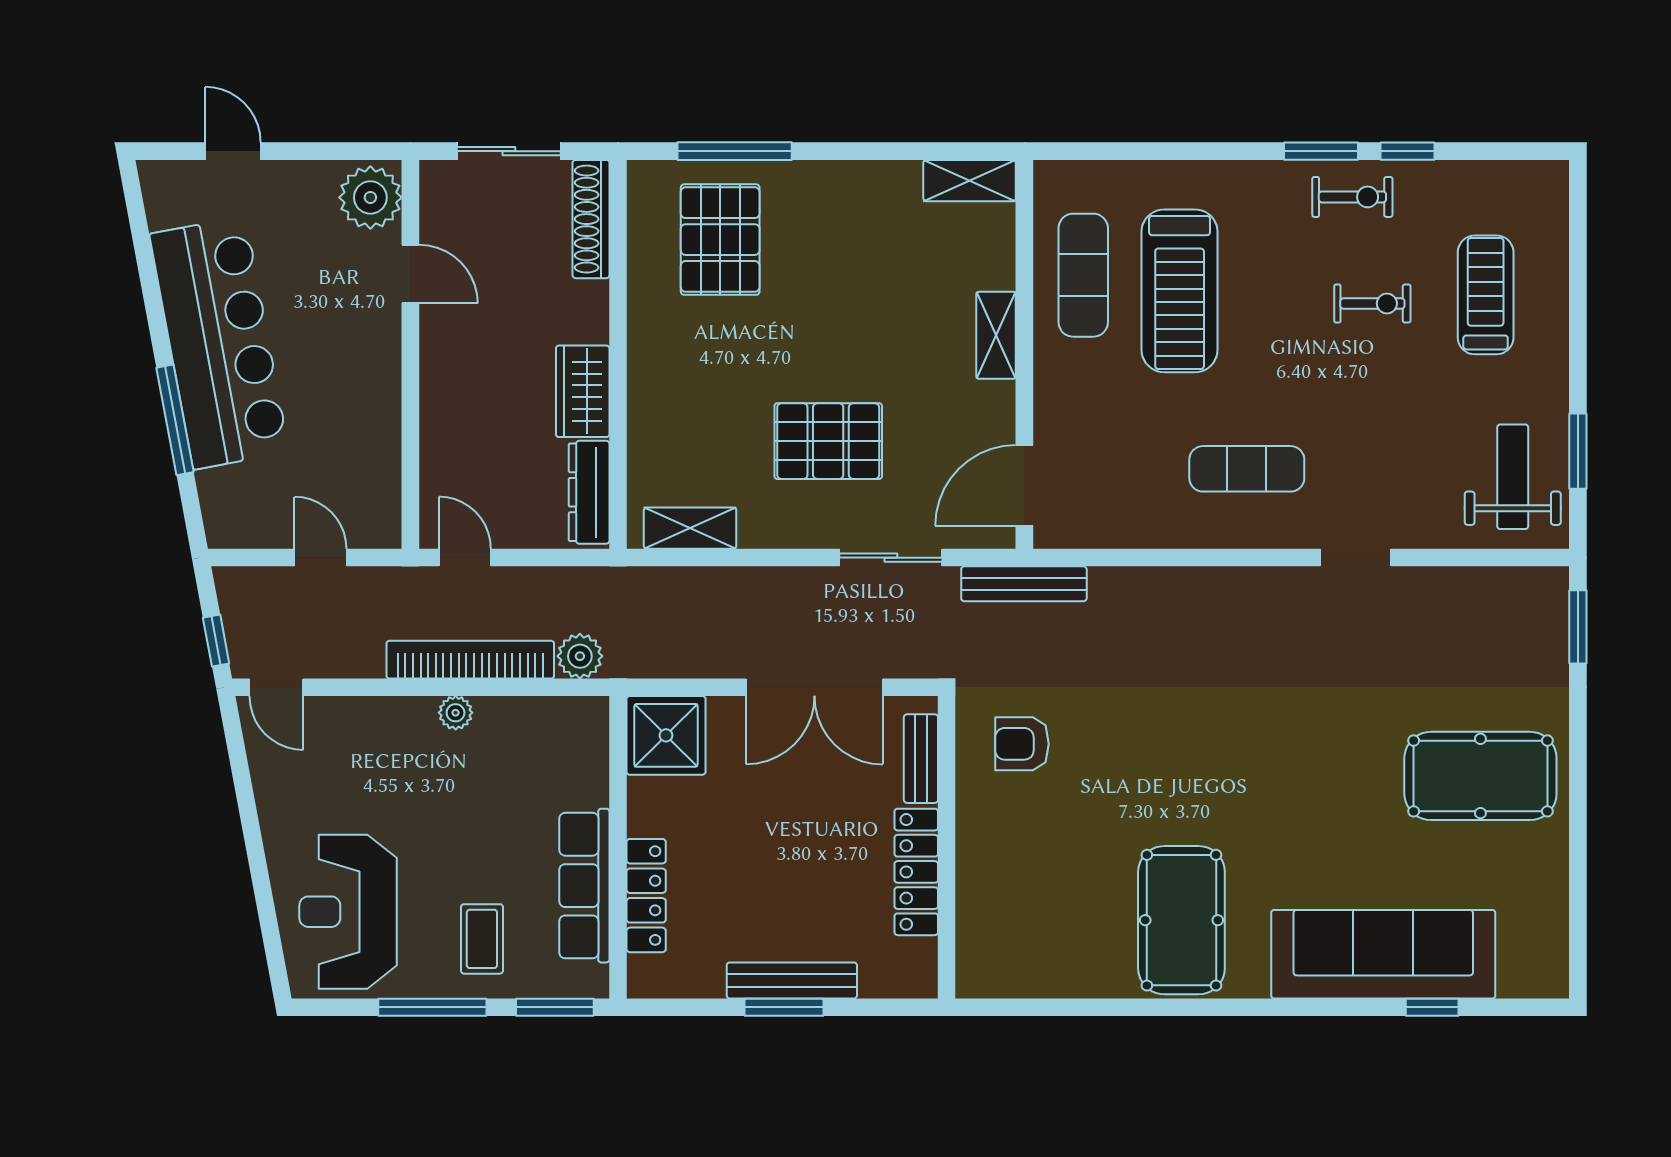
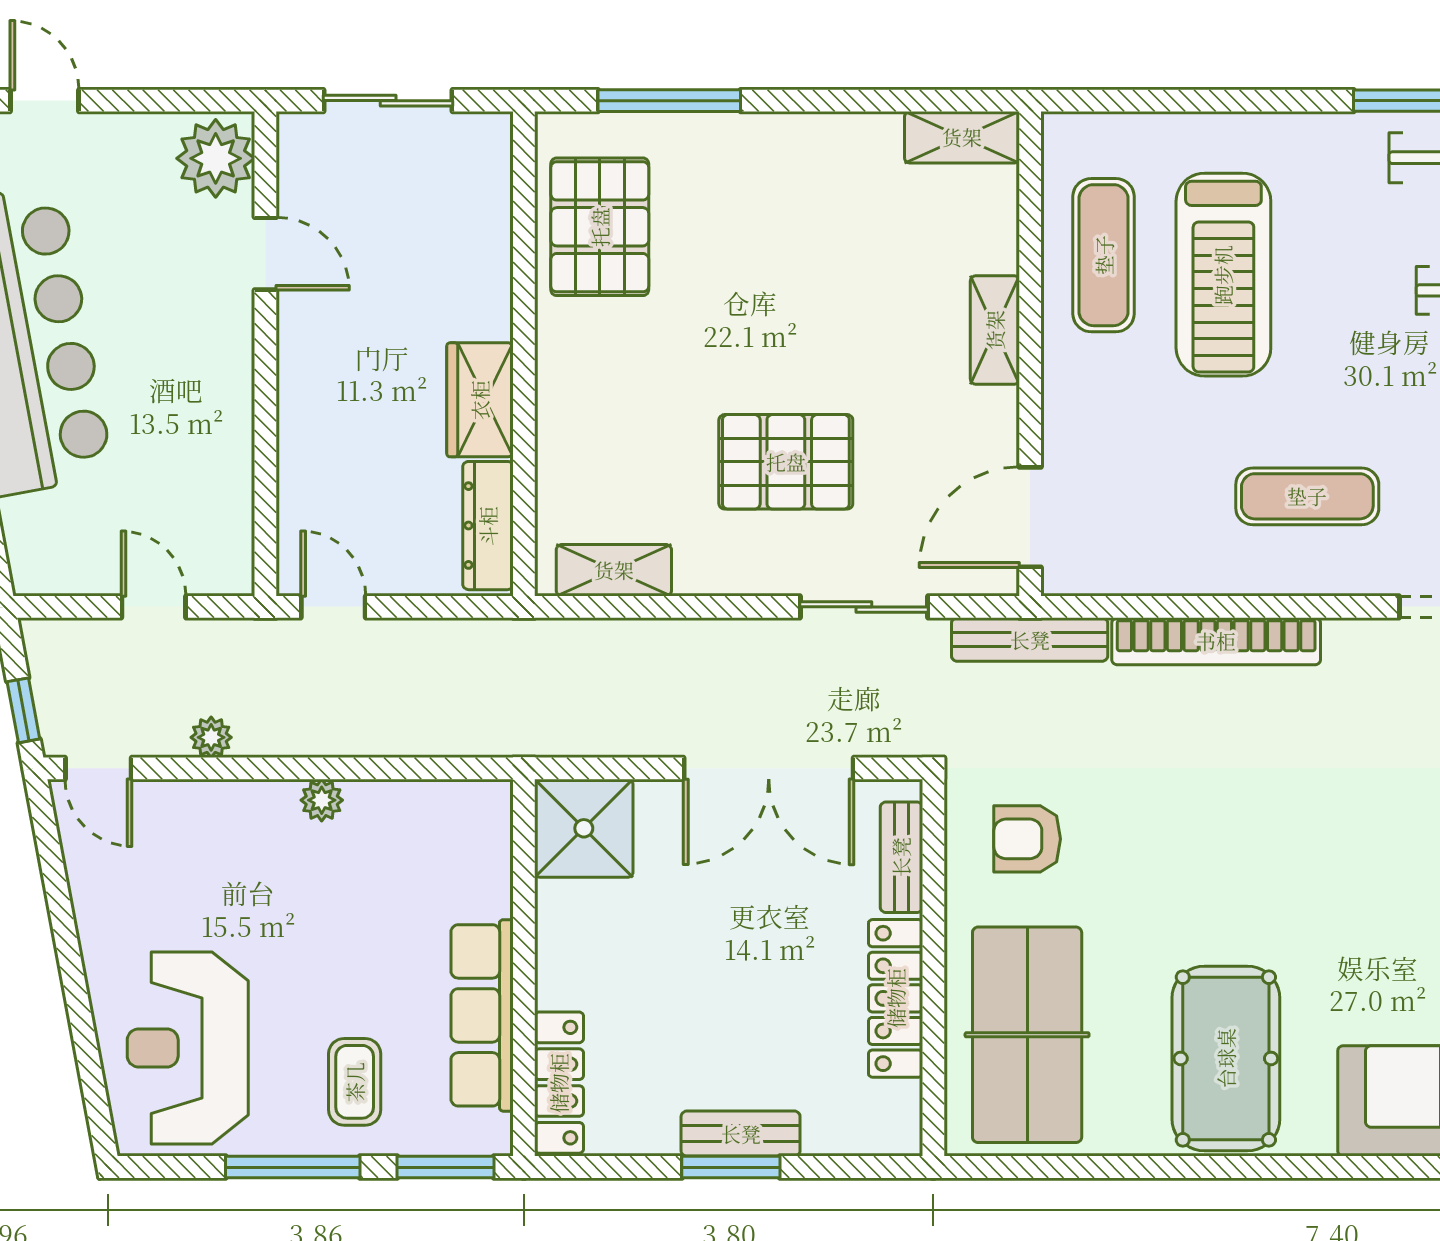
shoe rack: (591, 219) -> (490, 185), removed
pallet: (720, 240) -> (600, 227), moved
plant: (580, 656) -> (211, 737), moved, width x0.73, depth x0.73
bookcase: (470, 660) -> (1216, 641), moved, turned 180
locker: (646, 896) -> (559, 1083), moved
table tennis table: (1022, 901) -> (1027, 1035), added
bench: (792, 980) -> (741, 1134), width x0.73

